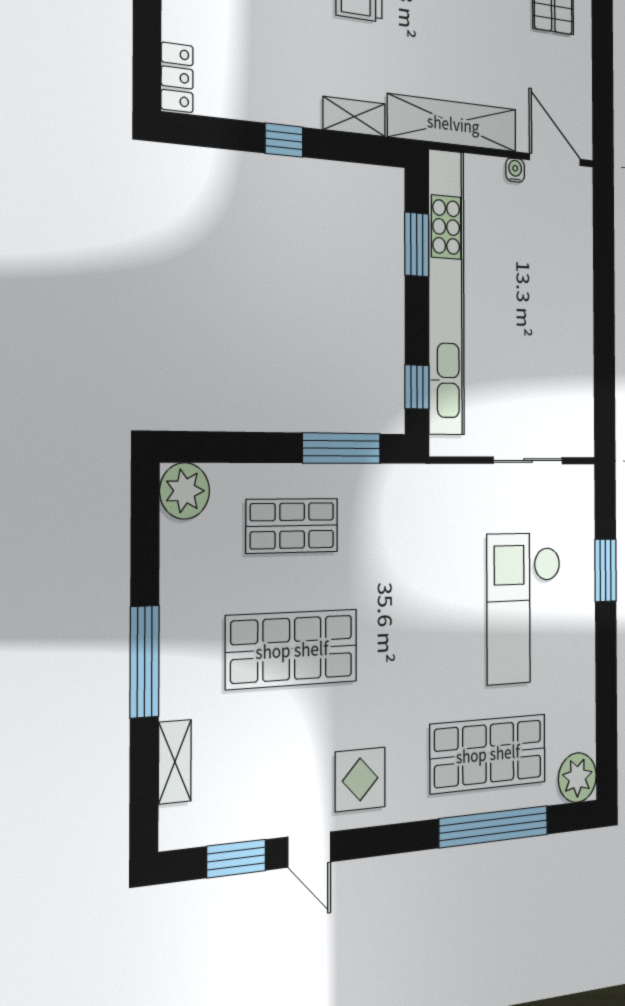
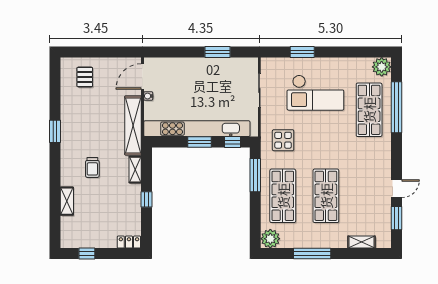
window: (417, 244) -> (200, 142), moved
window: (604, 354) -> (217, 52), added
shop shelf: (292, 526) -> (283, 196), width x1.43, depth x1.36
window: (145, 662) -> (312, 254), moved
display table: (360, 779) -> (283, 140), moved

